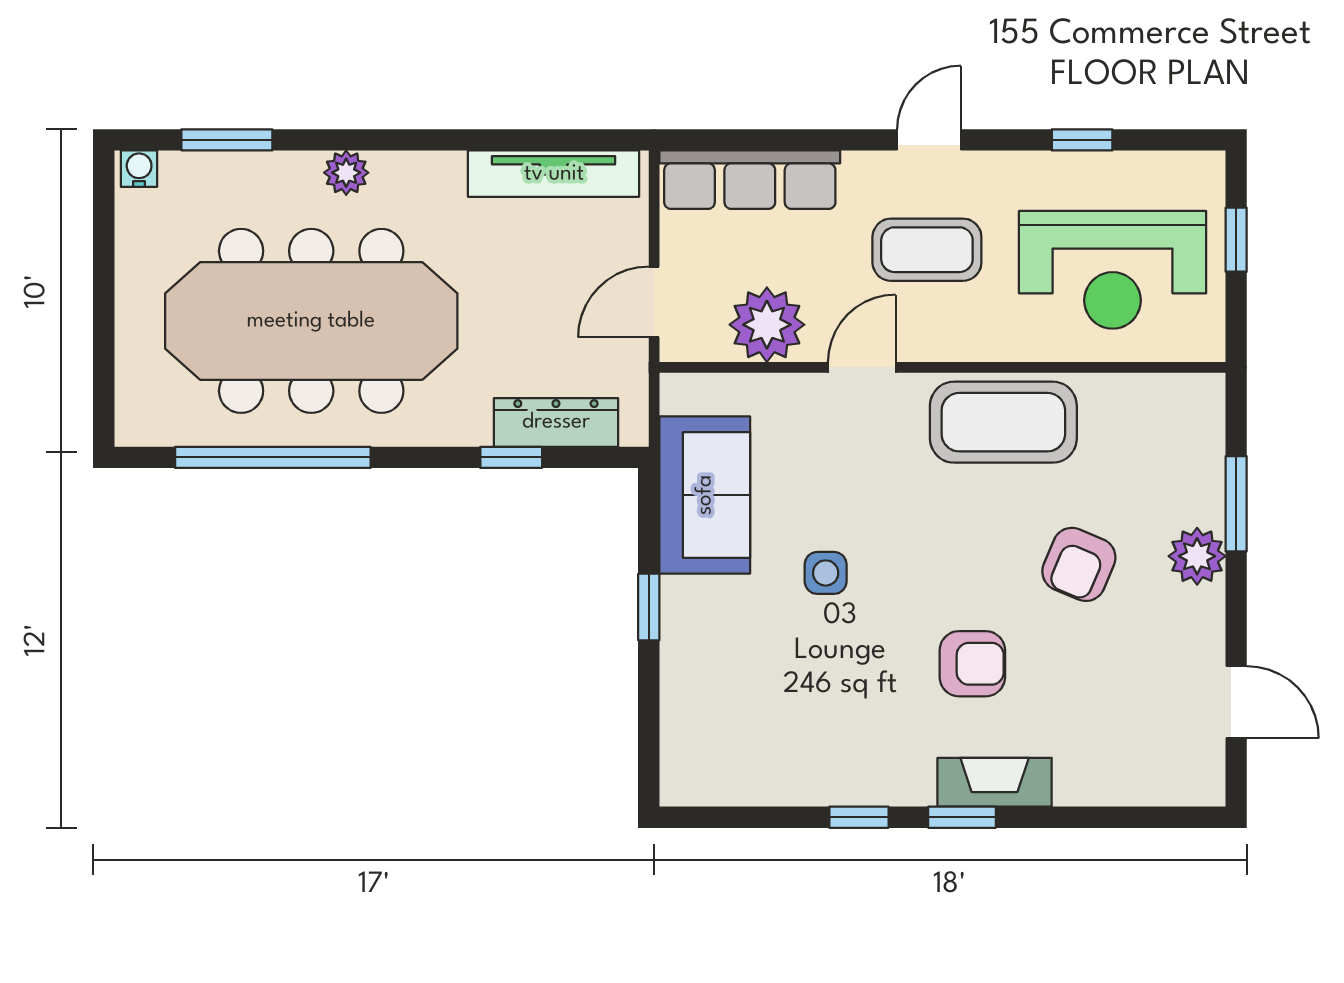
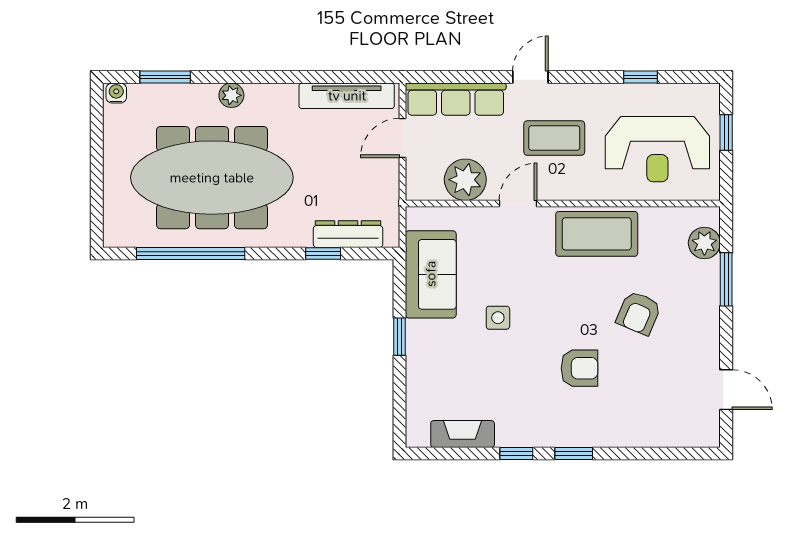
door: (929, 140) -> (530, 77), moved
door: (654, 302) -> (403, 138), moved
plant: (1197, 556) -> (704, 243), moved
fireplace: (995, 782) -> (463, 434), moved

